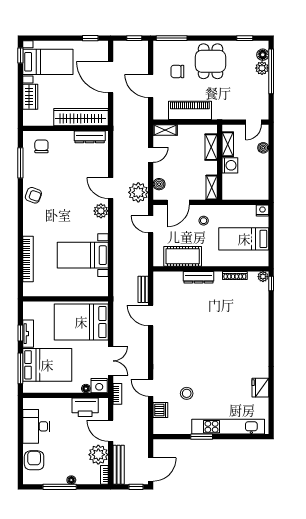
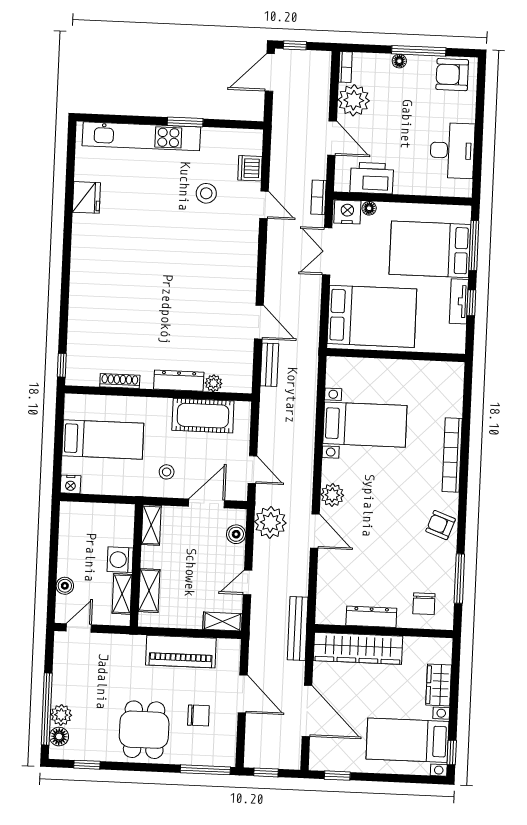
dresser: (90, 137) -> (371, 617), moved
bookcase: (28, 259) -> (452, 455), moved
plant: (263, 277) -> (213, 383), moved
armchair: (34, 460) -> (452, 75), moved, turned 90
bench: (119, 465) -> (298, 629), moved

